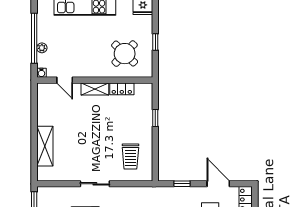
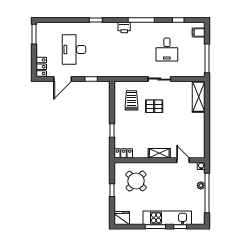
locker: (122, 89) -> (124, 153), moved
shelving: (45, 146) -> (199, 97), moved
pallet: (101, 149) -> (154, 106), added
door: (218, 184) -> (63, 79), hinge flipped

